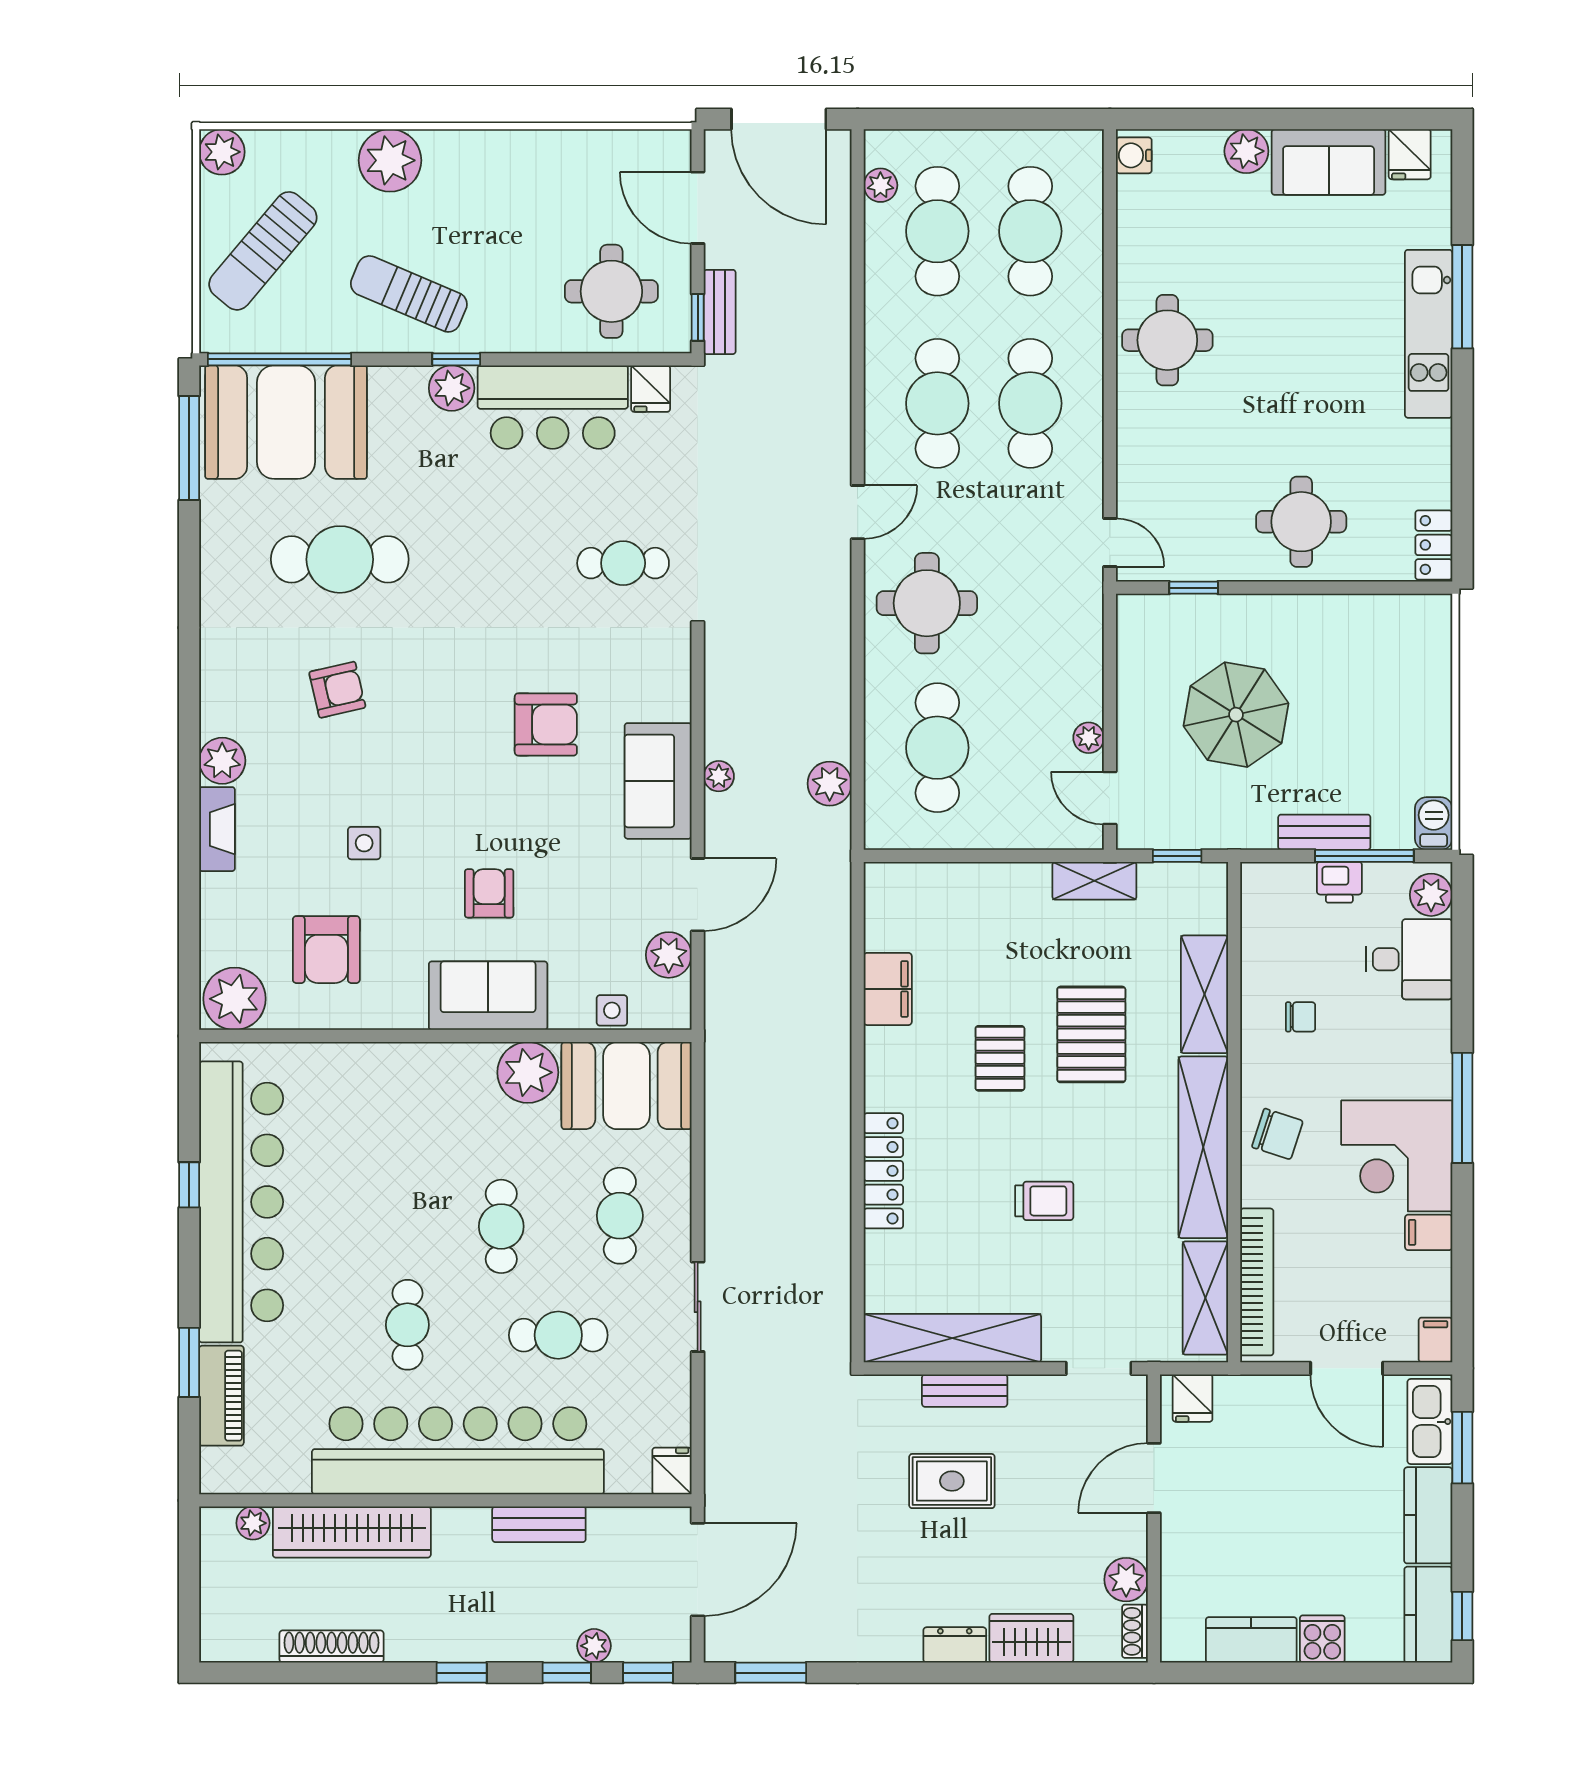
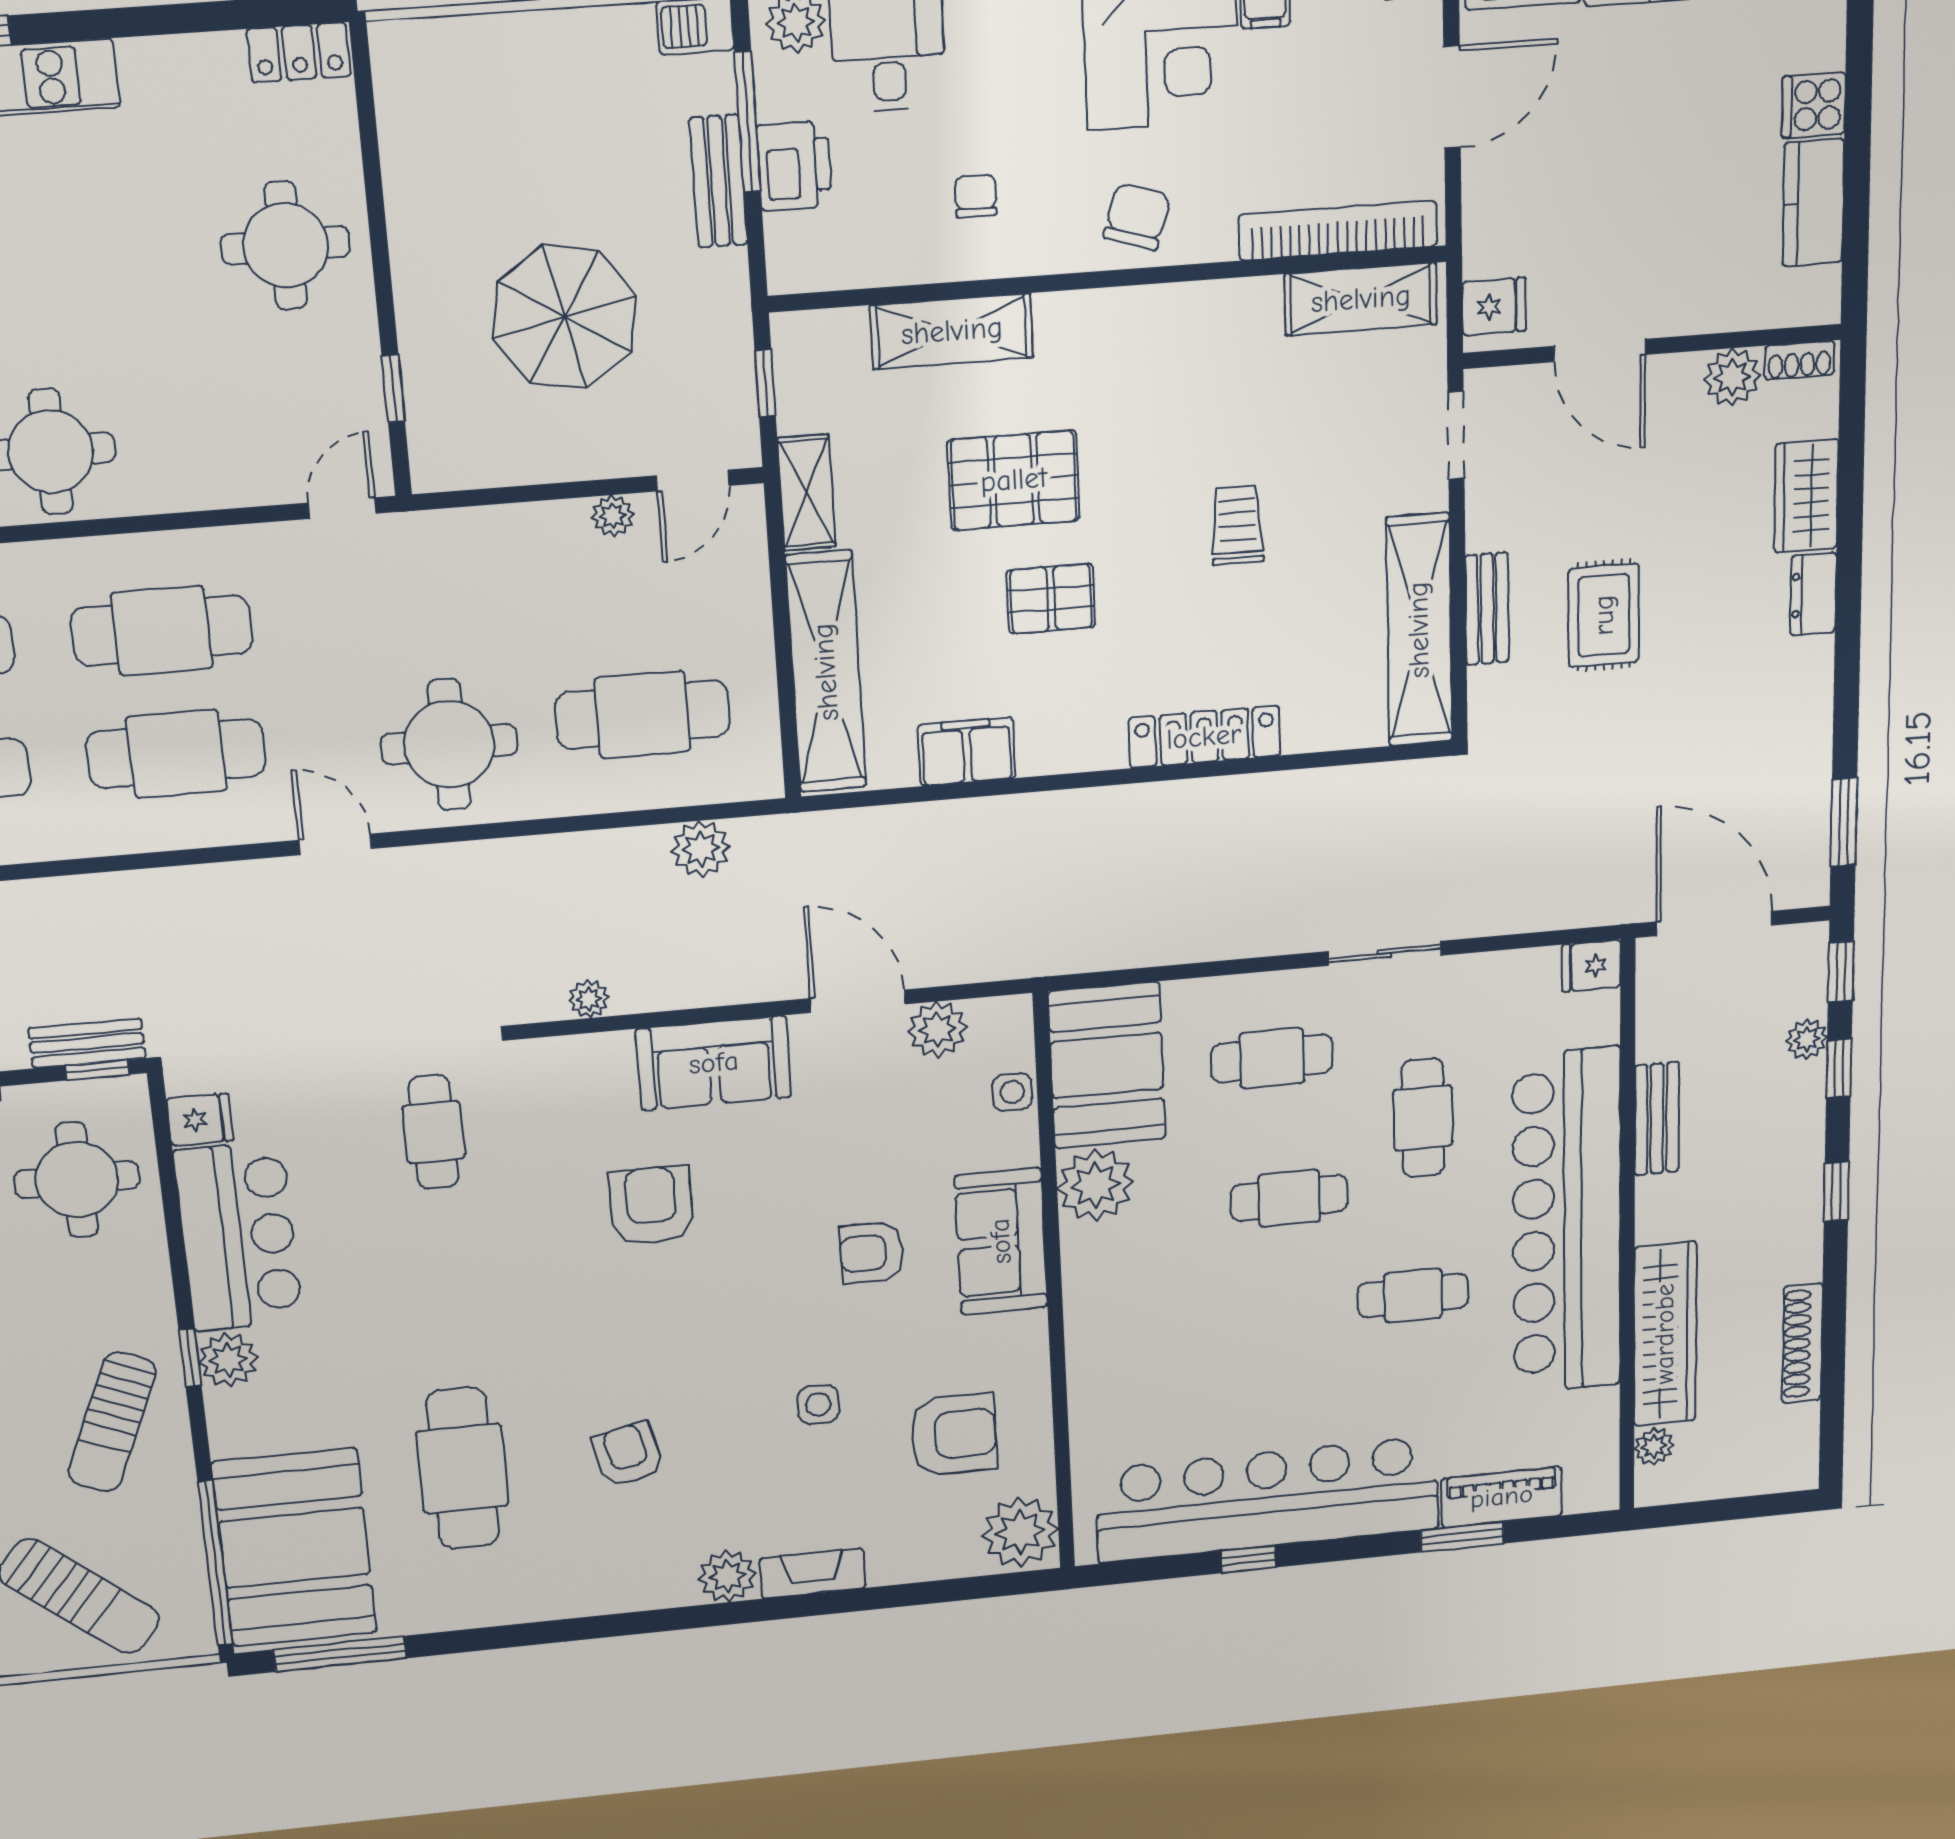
plant: (719, 776) -> (589, 999), moved
printer: (1339, 882) -> (794, 166), width x1.36, depth x1.24
shelving: (1203, 1147) -> (826, 672), moved, turned 90

